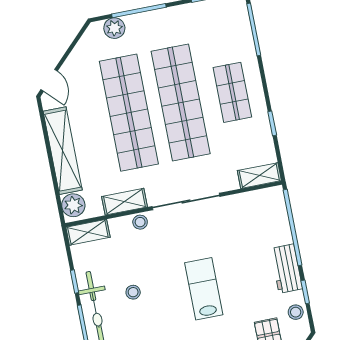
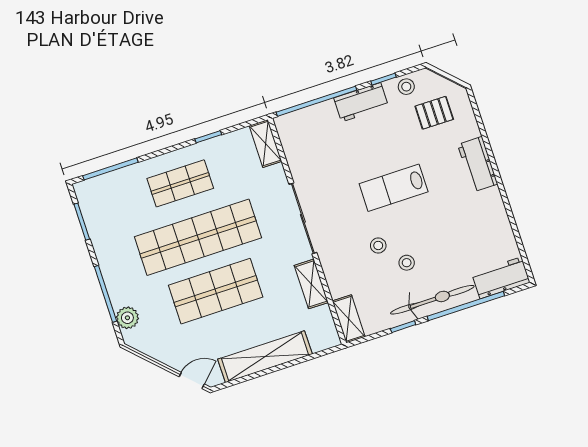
shop shelf: (129, 113) -> (216, 291), width x0.71
plant: (73, 205) -> (322, 338), removed
stool: (140, 222) -> (378, 245), moved

